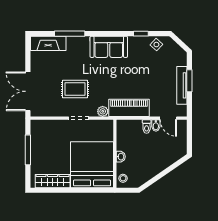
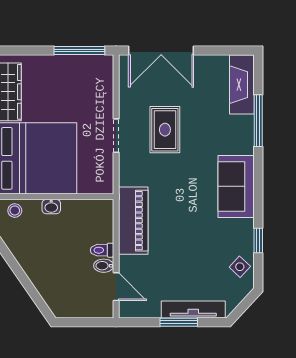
tv unit: (182, 85) -> (193, 310), moved
double door: (28, 91) -> (161, 50), swing flipped
plant: (103, 111) -> (127, 176), removed
door: (168, 118) -> (116, 287), swing flipped
window: (28, 150) -> (79, 50), moved

